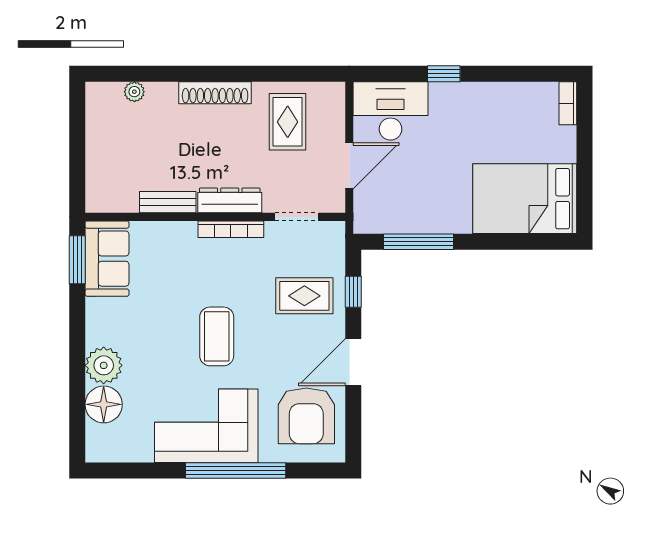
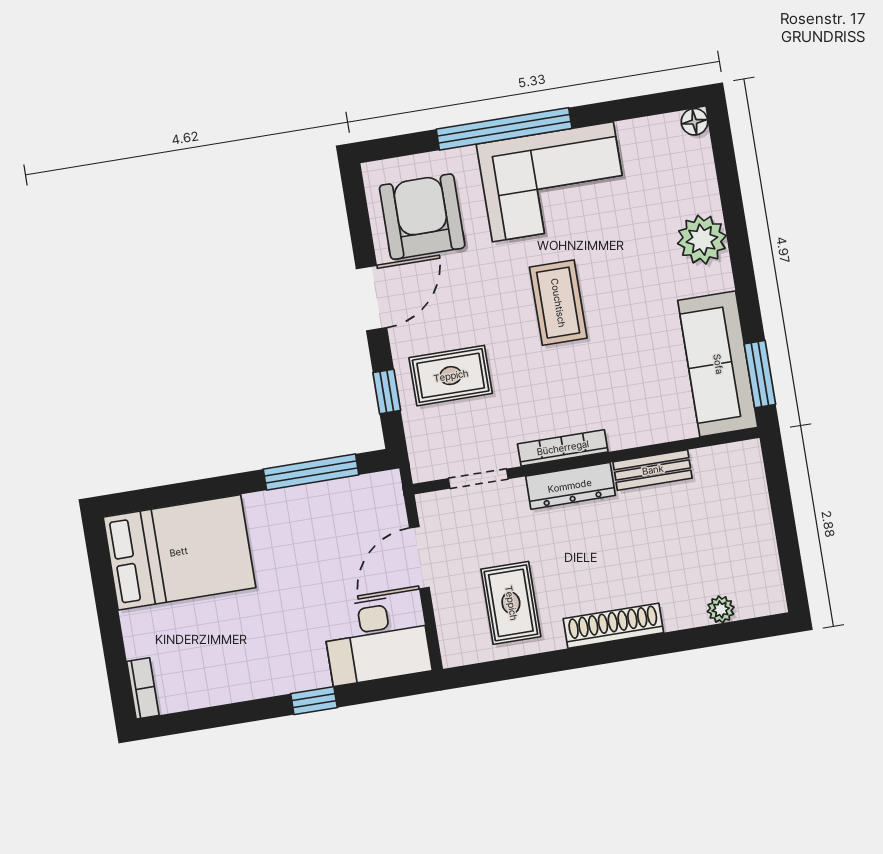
sofa: (107, 259) -> (718, 364), width x1.36
floor lamp: (104, 404) -> (694, 122), moved, width x0.53, depth x0.53

